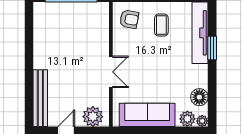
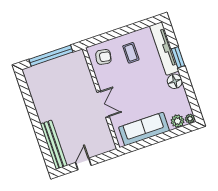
floor lamp: (199, 97) -> (175, 81), moved
plant: (93, 117) -> (101, 145), removed

